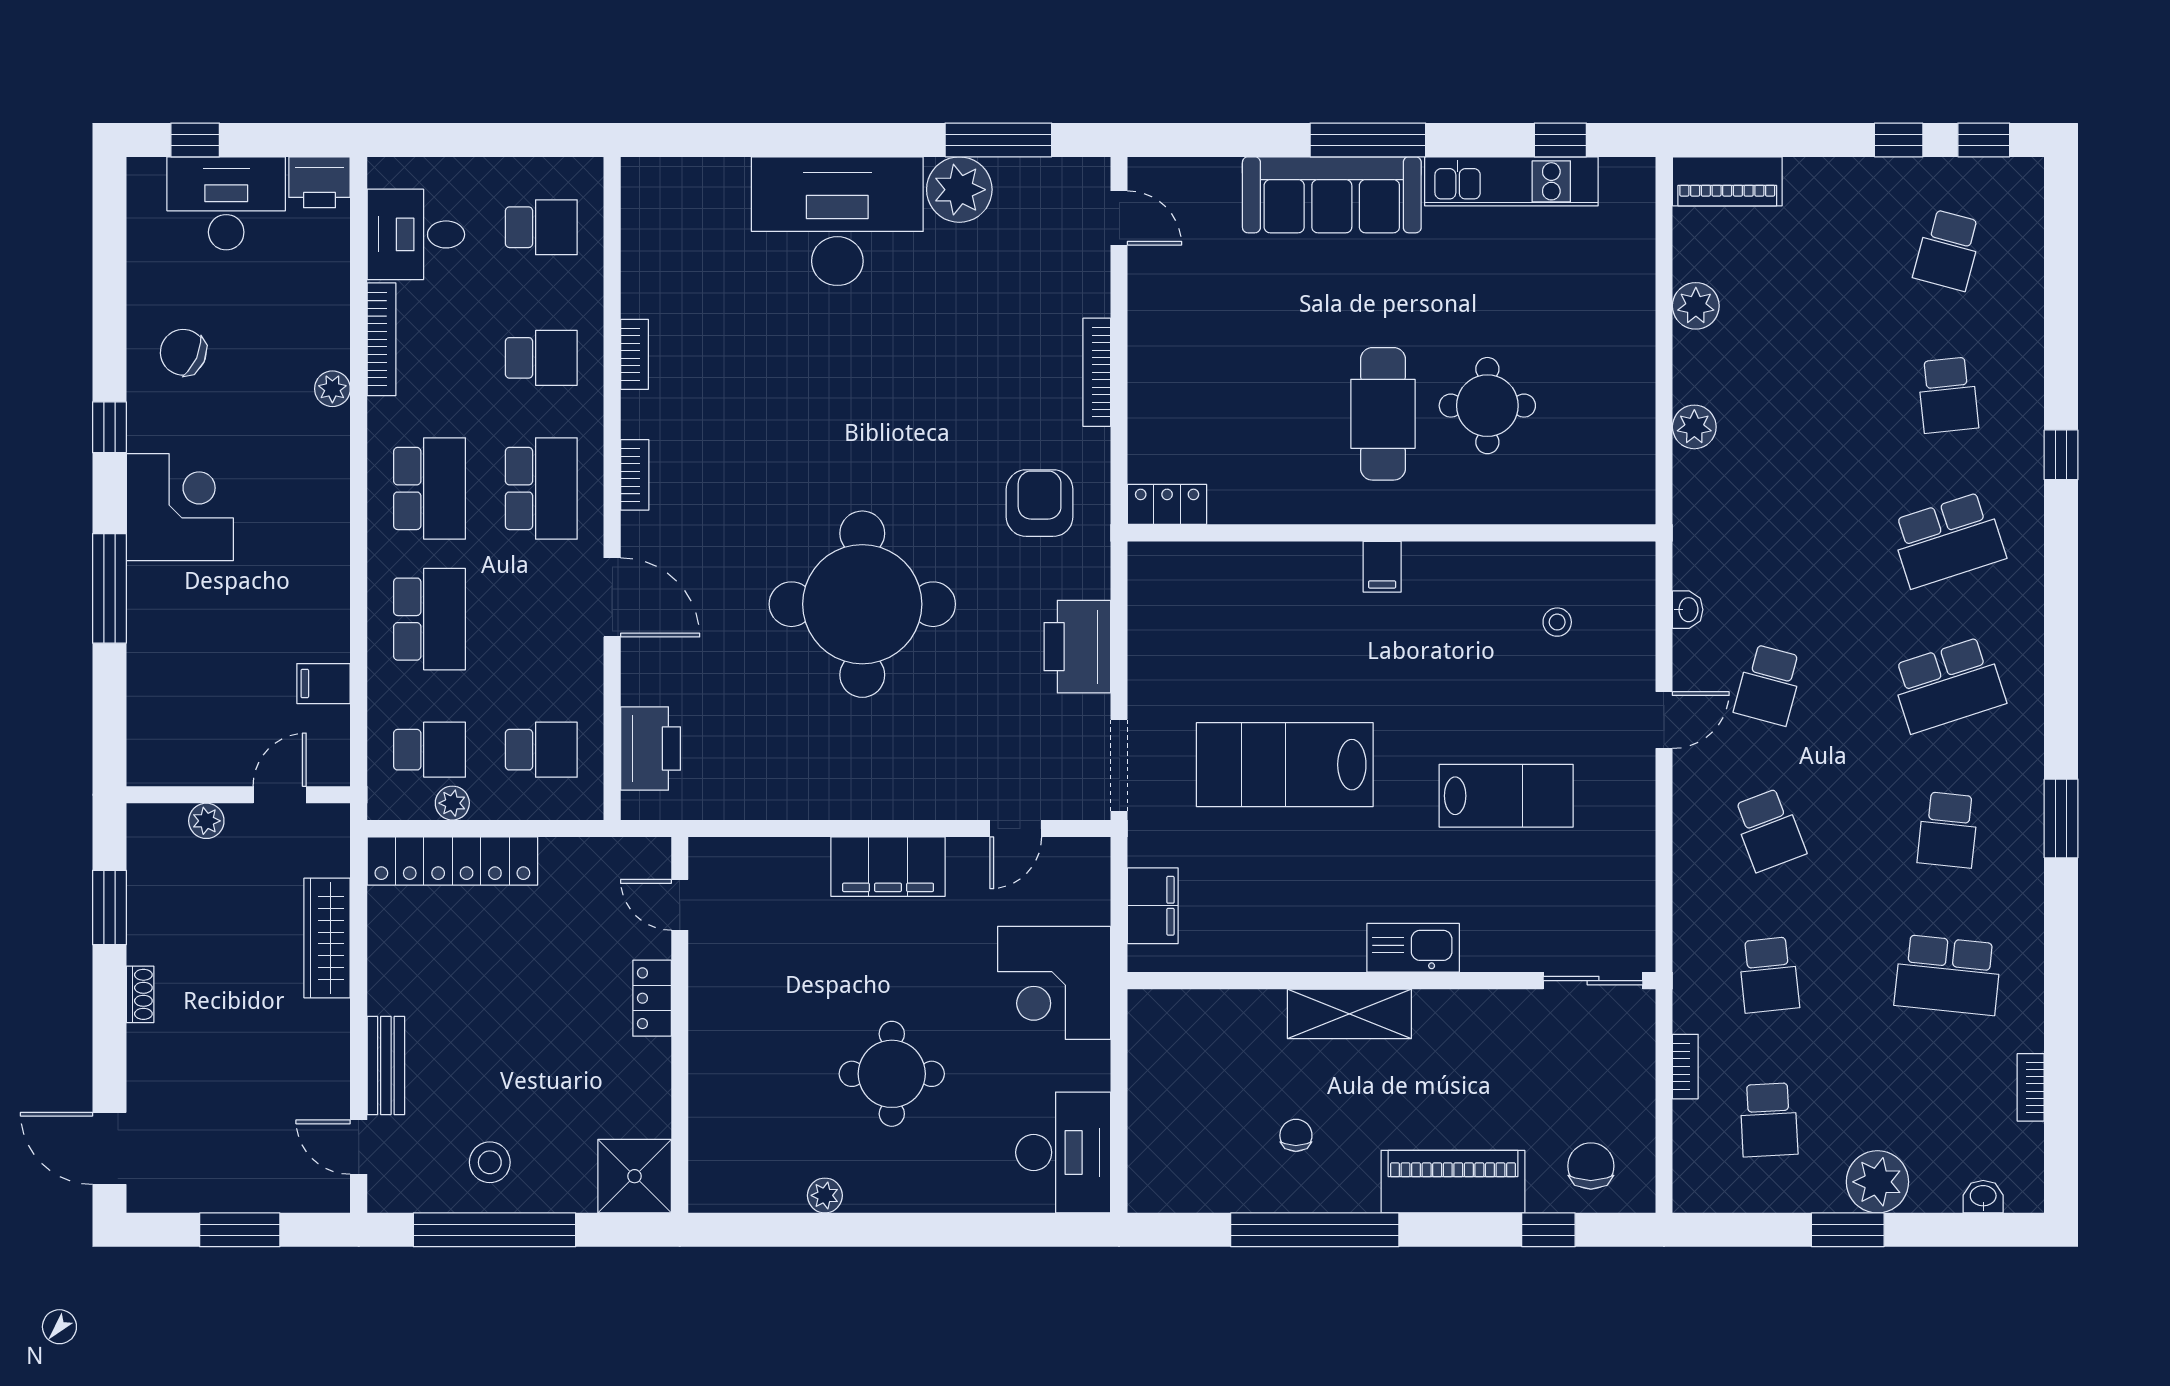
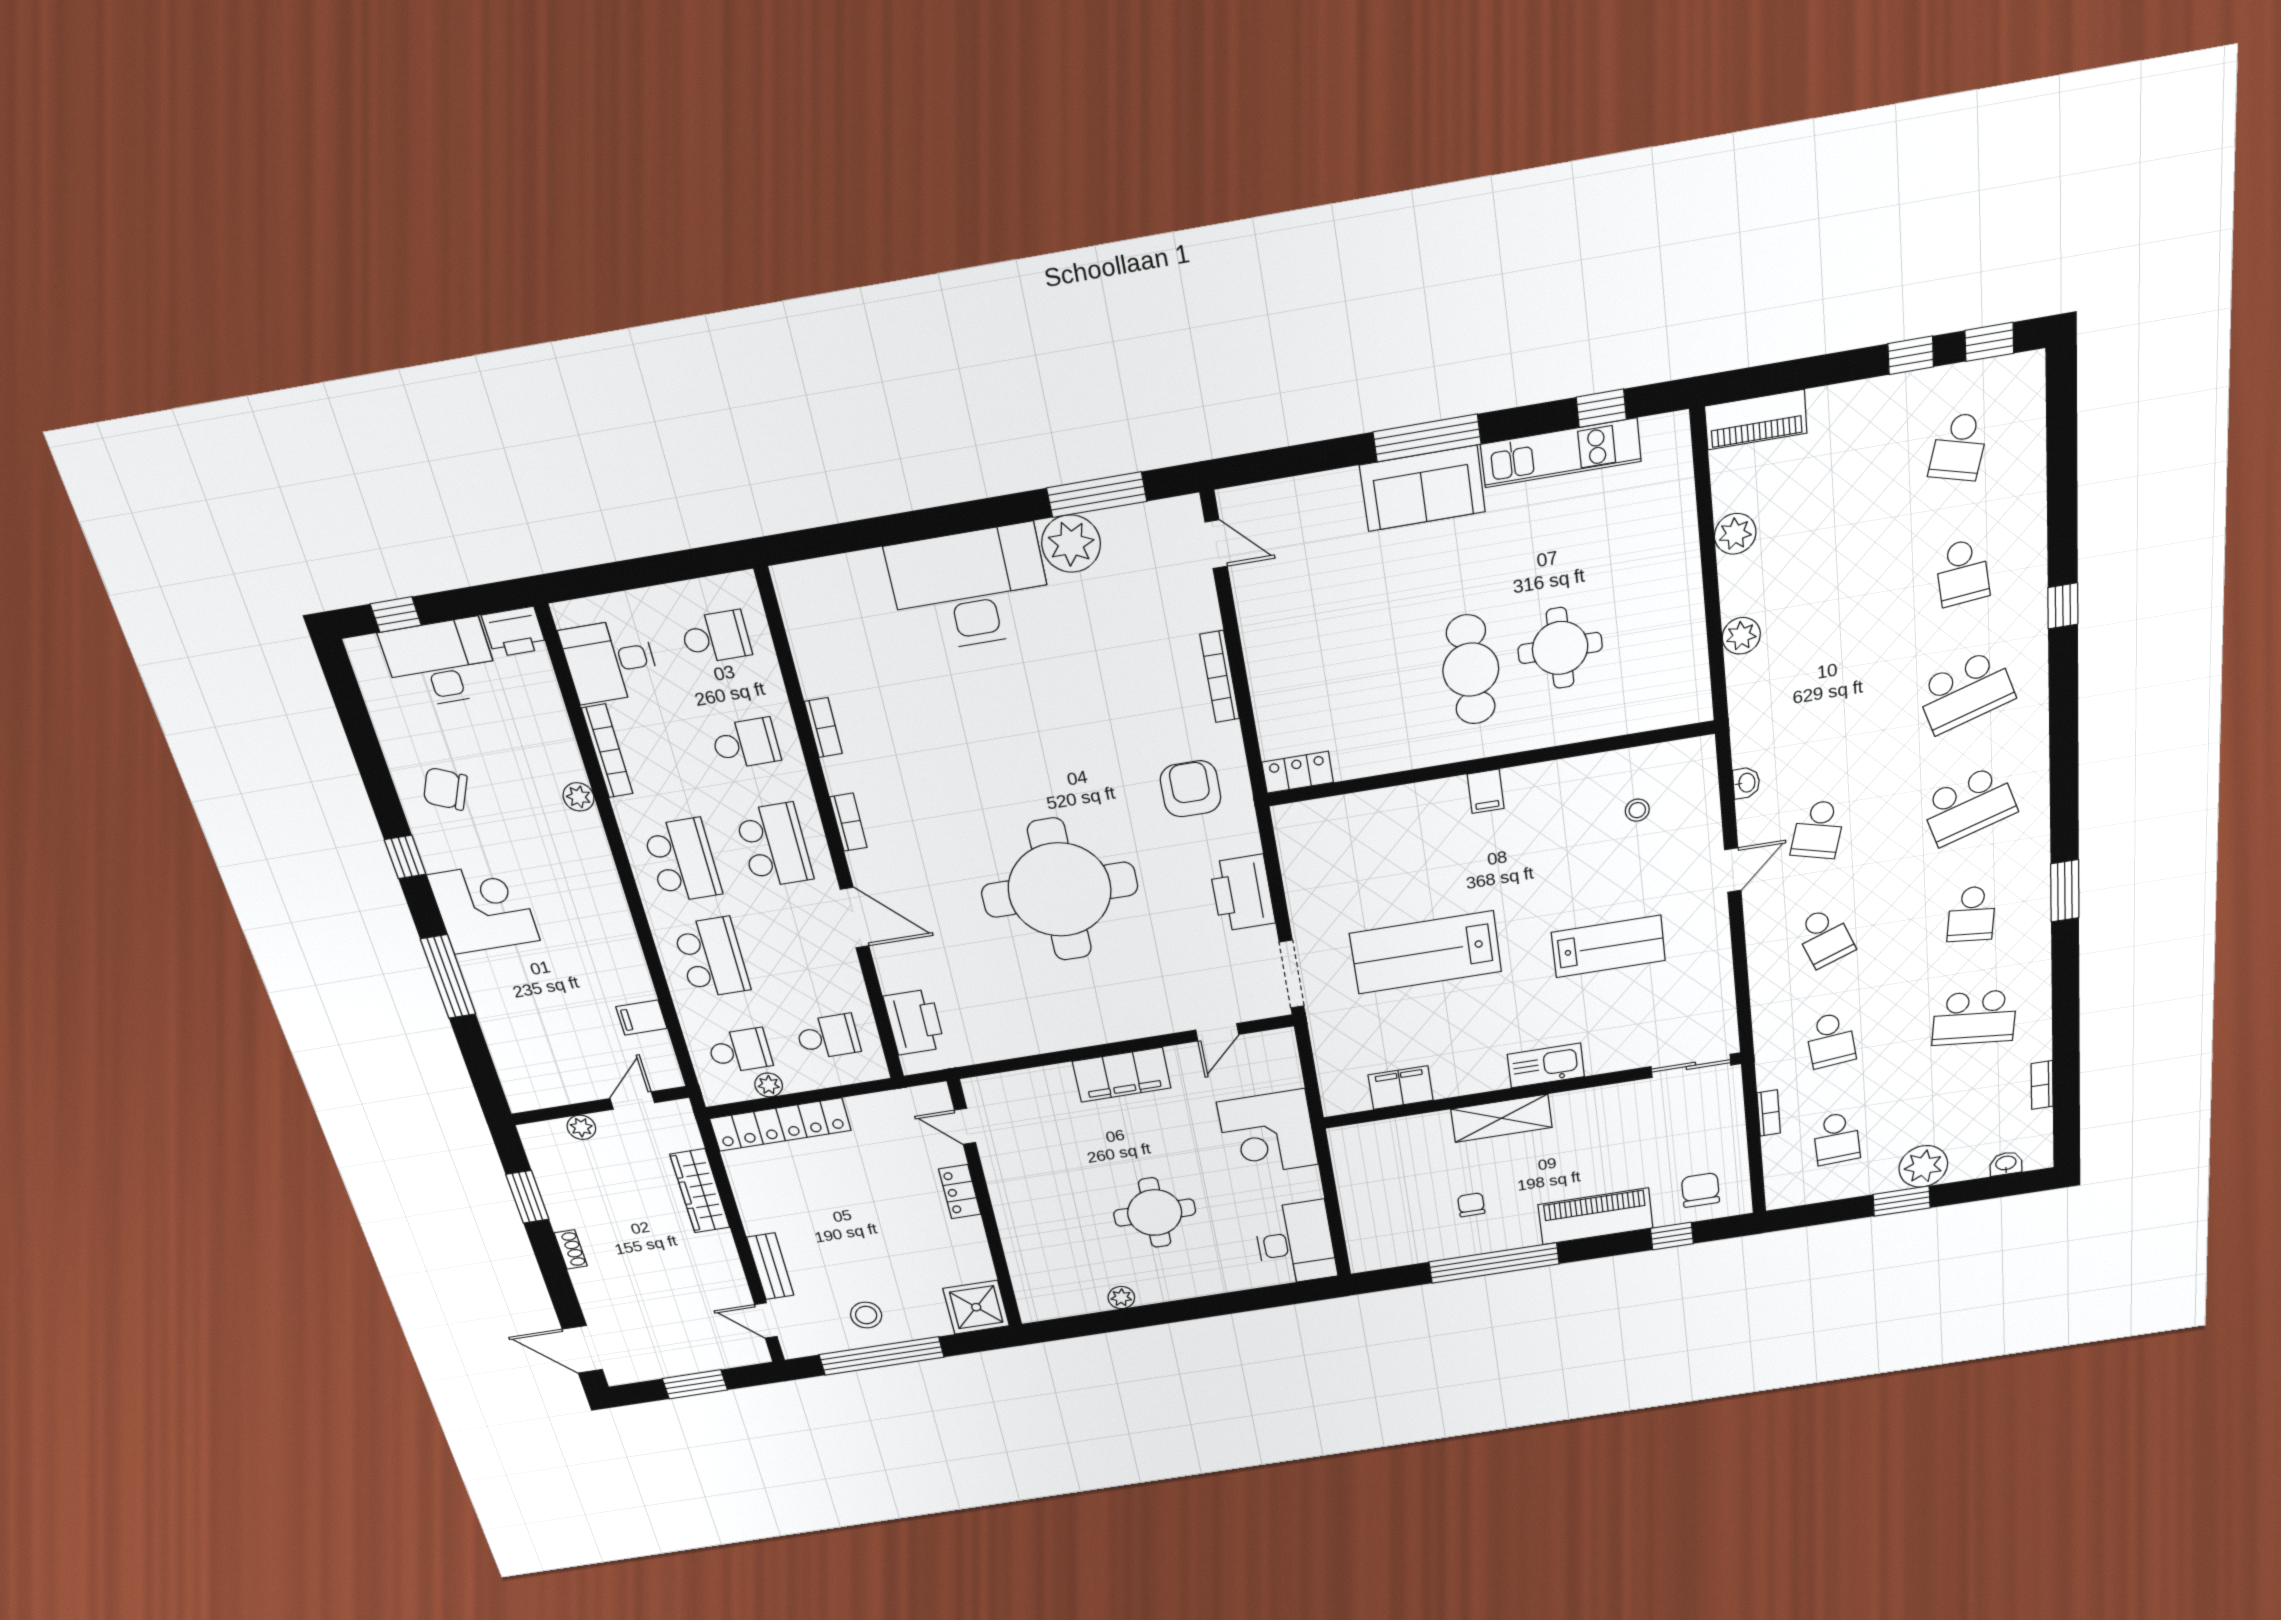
sofa: (1332, 195) -> (1422, 489), width x0.73
filing cabinet: (1153, 906) -> (1401, 1088), moved, turned -90

